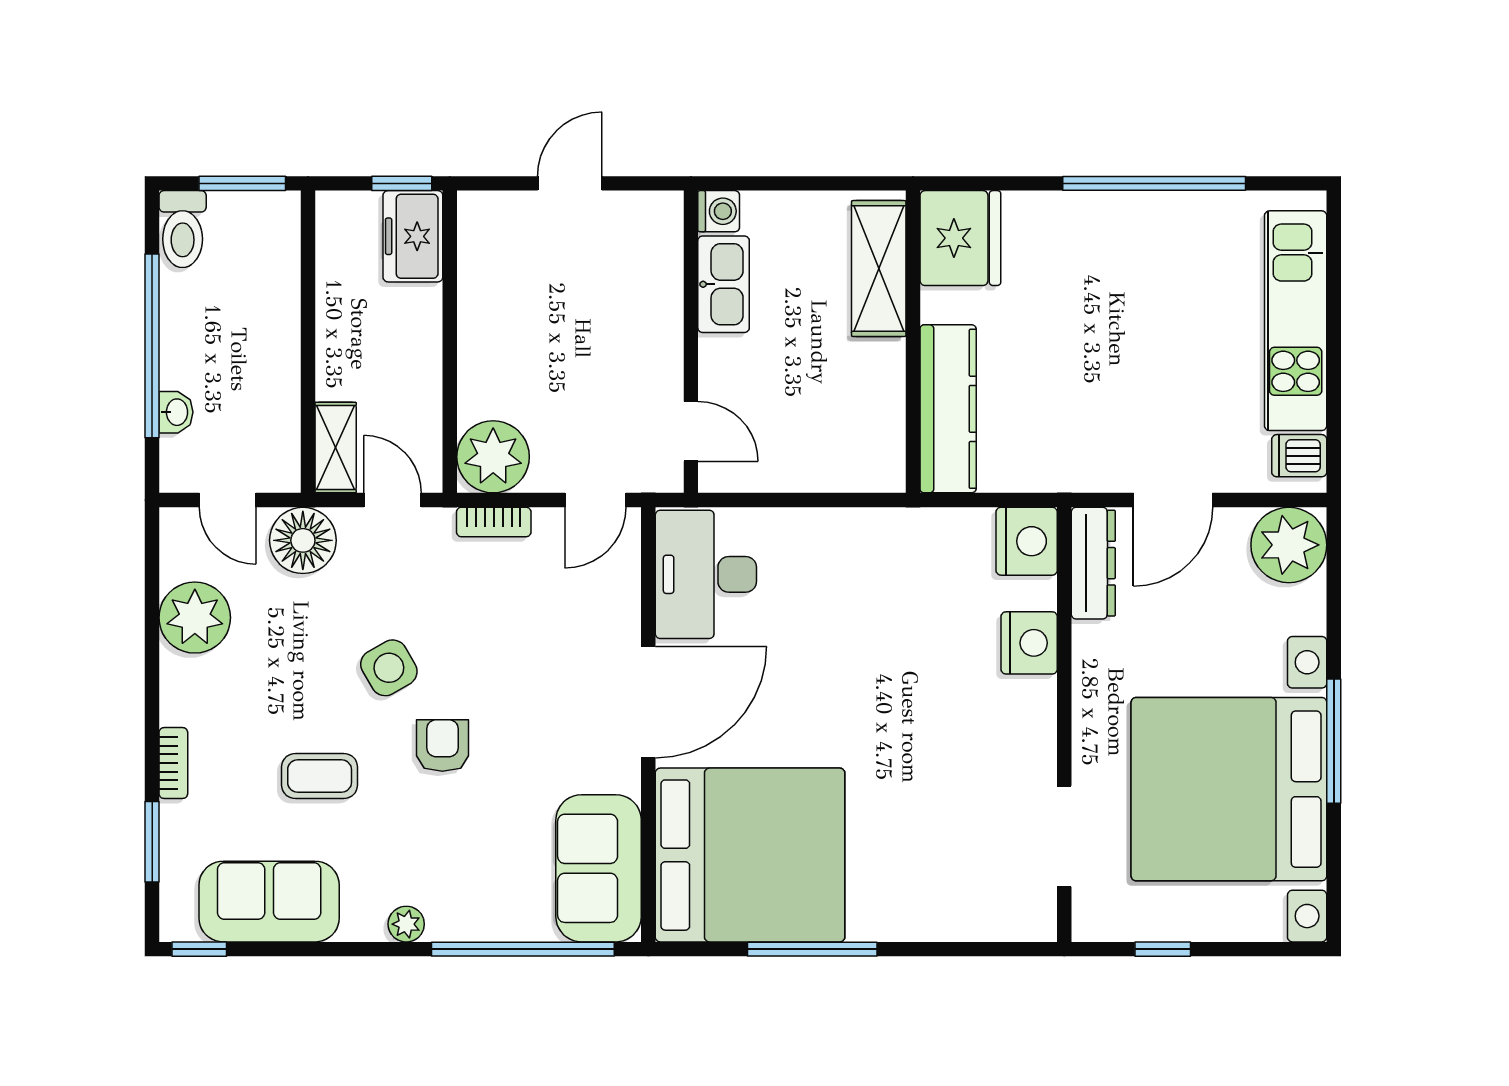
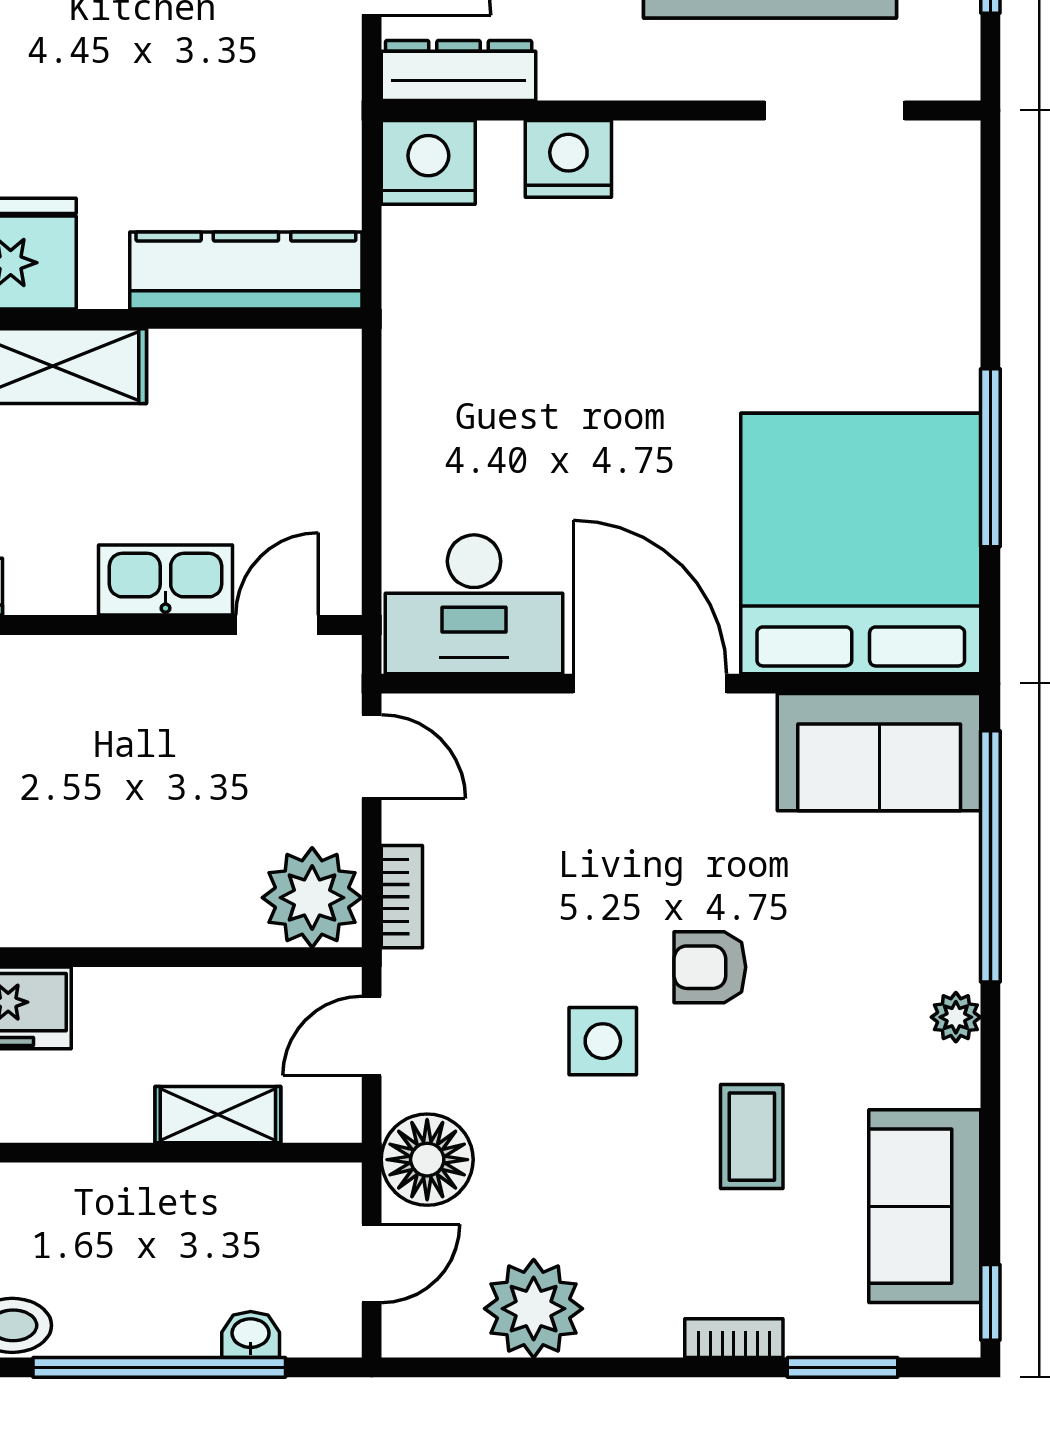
kitchen sink: (724, 284) -> (165, 580), moved
shelving: (336, 448) -> (218, 1115), moved
side table: (389, 668) -> (603, 1041), turned 30

